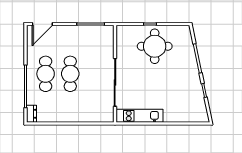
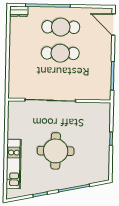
round table: (155, 46) -> (56, 151), moved
kitchen unit: (139, 116) -> (14, 164), moved

